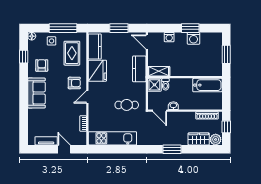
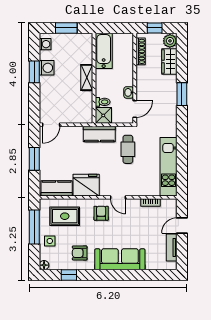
washing machine: (169, 37) -> (45, 44), moved
kitchen counter: (139, 69) -> (99, 134), moved
shelving: (159, 71) -> (87, 78), moved
sofa: (37, 93) -> (120, 259), width x1.36

